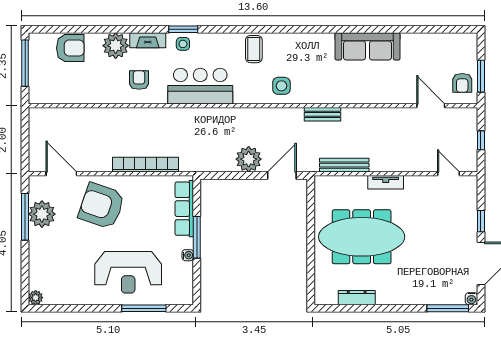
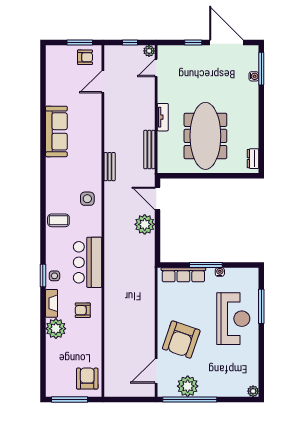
armchair: (70, 48) -> (87, 379), moved
bookcase: (145, 165) -> (149, 305), removed
plant: (470, 165) -> (149, 51), added
window: (25, 217) -> (190, 399), width x1.46
dresser: (357, 298) -> (253, 159), moved, width x0.70
water cooler: (471, 299) -> (254, 76), moved

